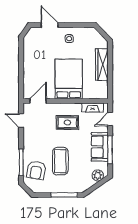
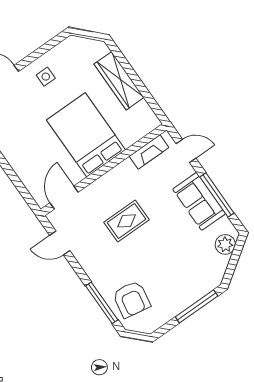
door: (110, 119) -> (186, 151), swing flipped
rug: (67, 123) -> (127, 221), moved
coffee table: (60, 161) -> (157, 262), removed

